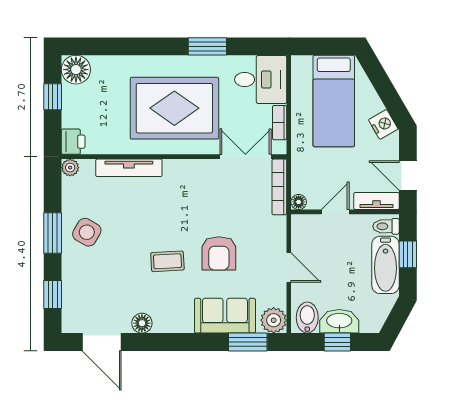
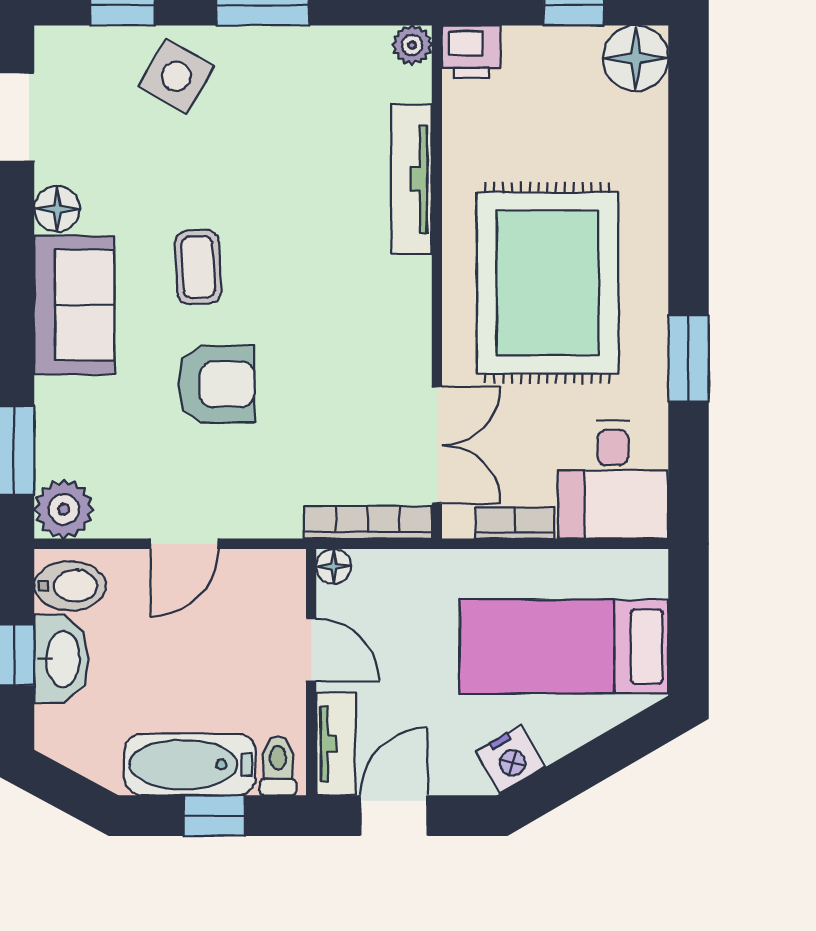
side table: (87, 232) -> (176, 76), moved
armchair: (219, 253) -> (216, 384), turned 180
sofa: (225, 316) -> (74, 305), moved

